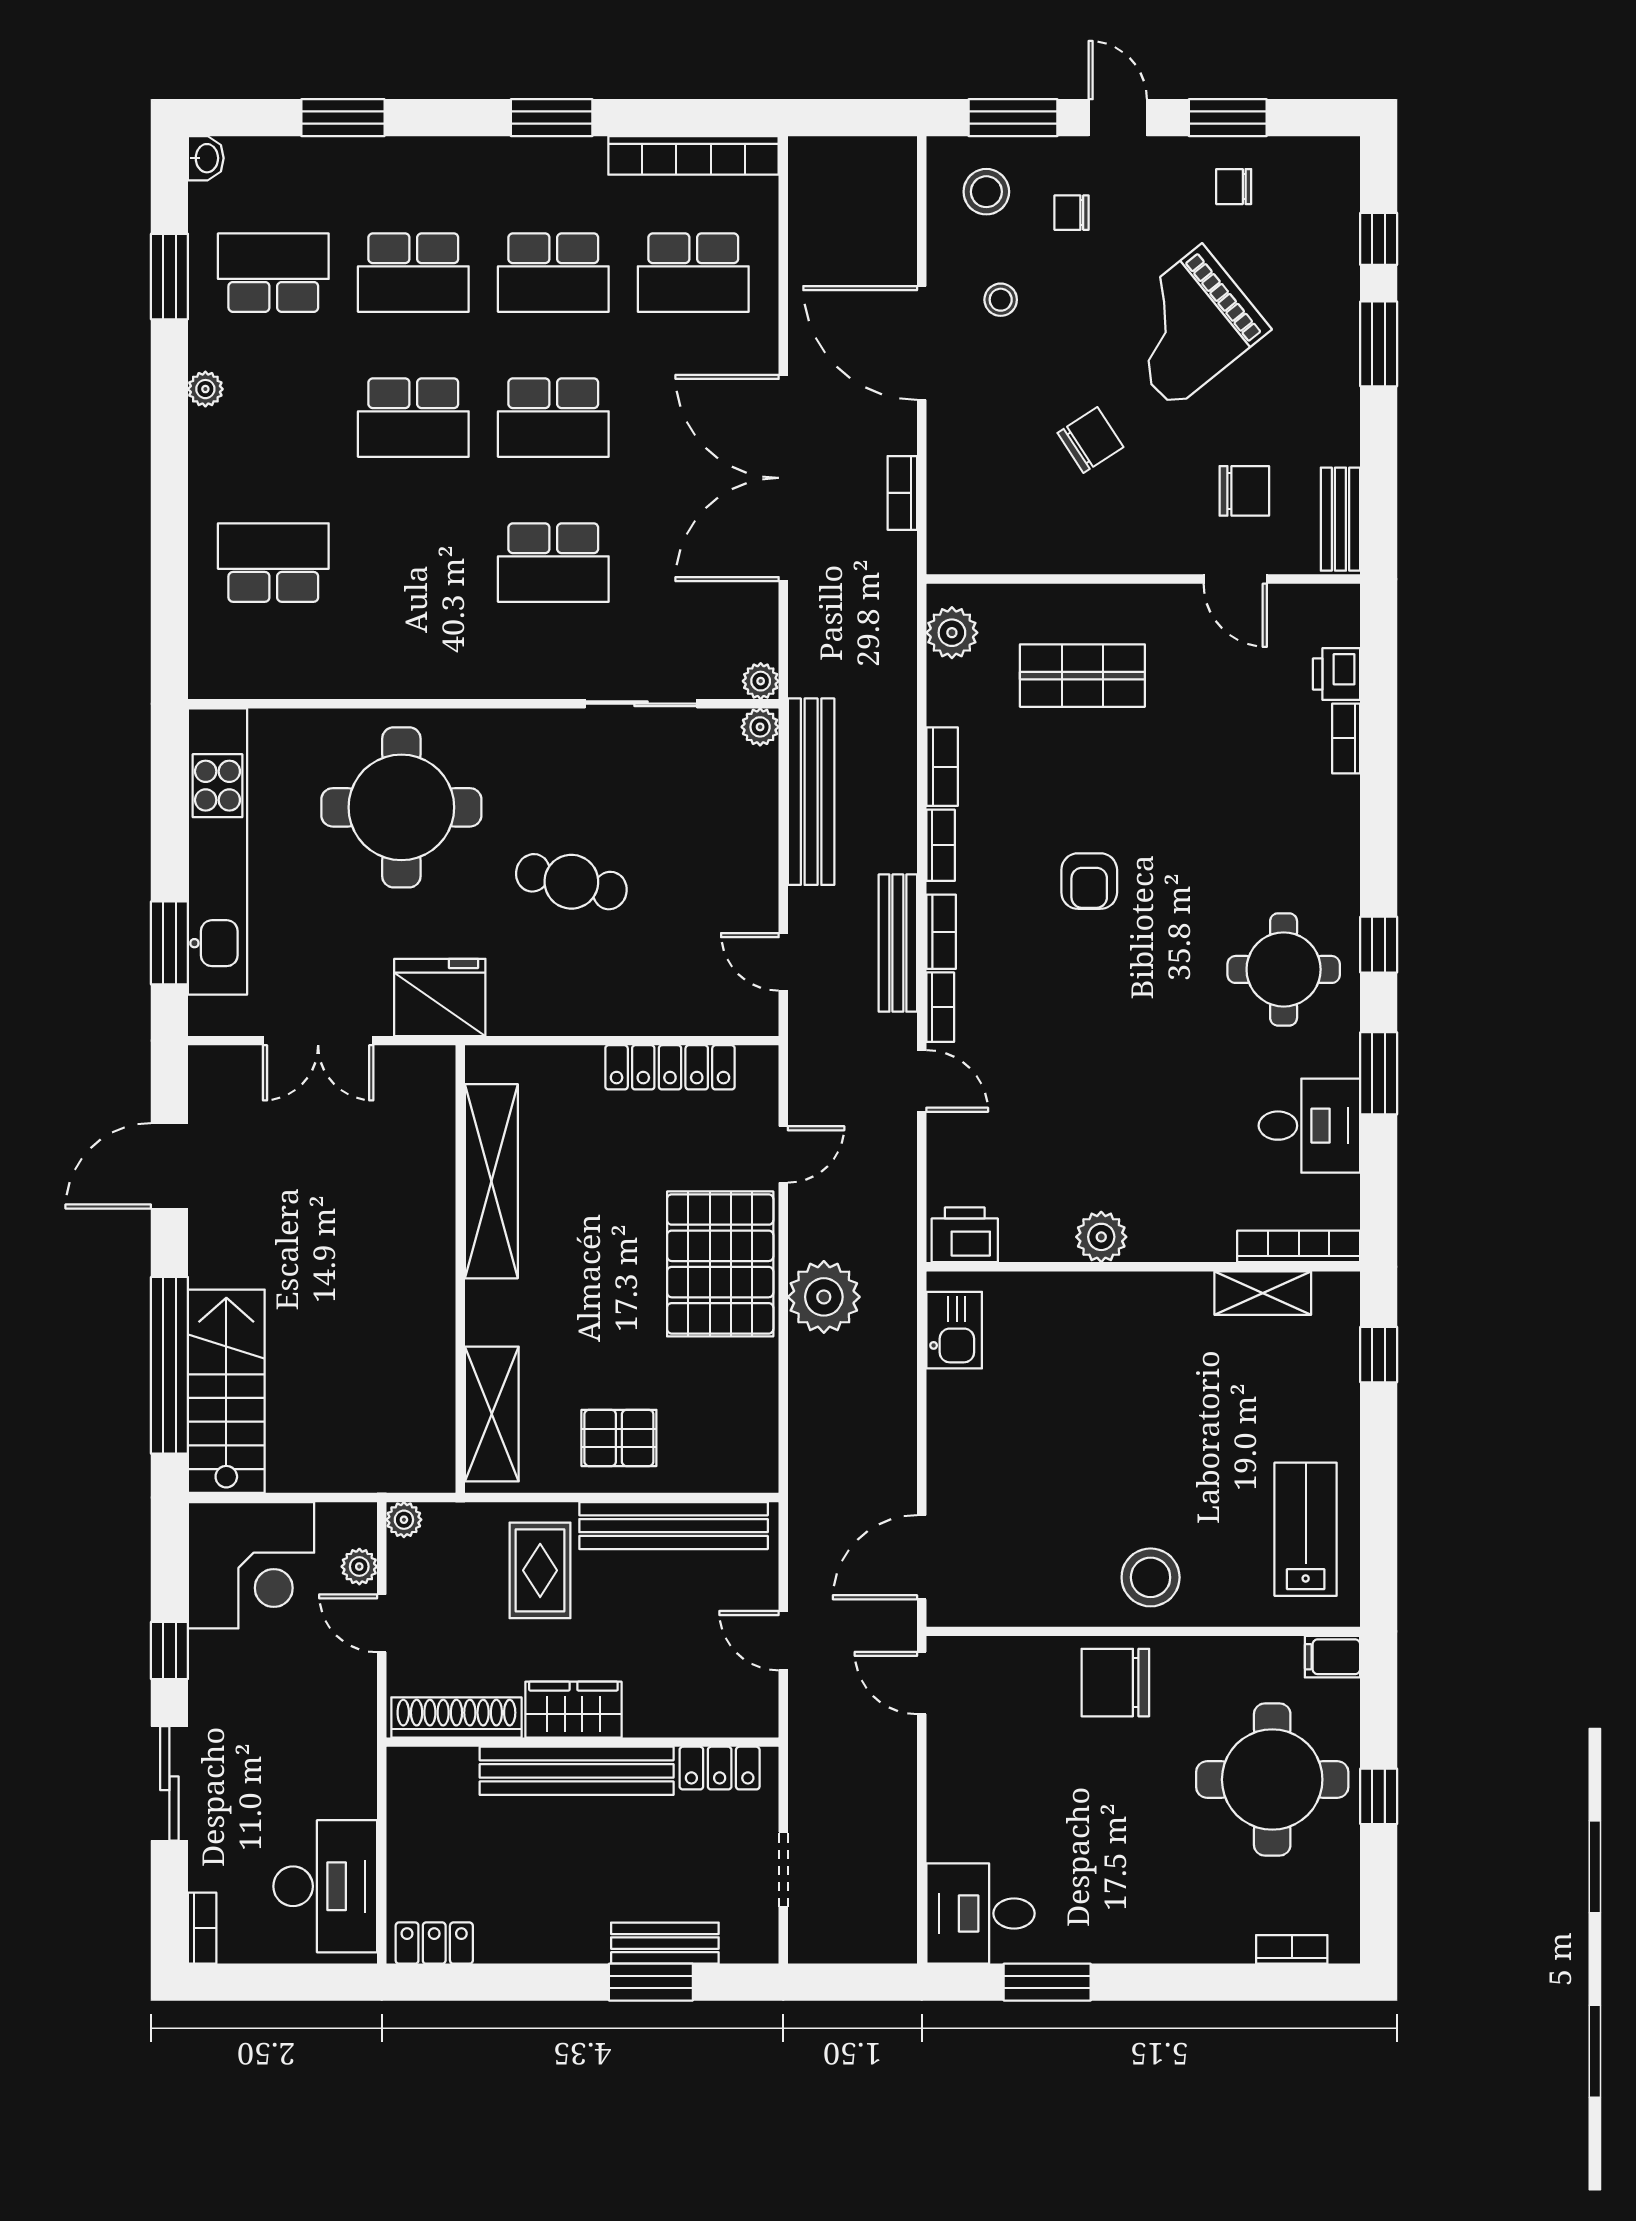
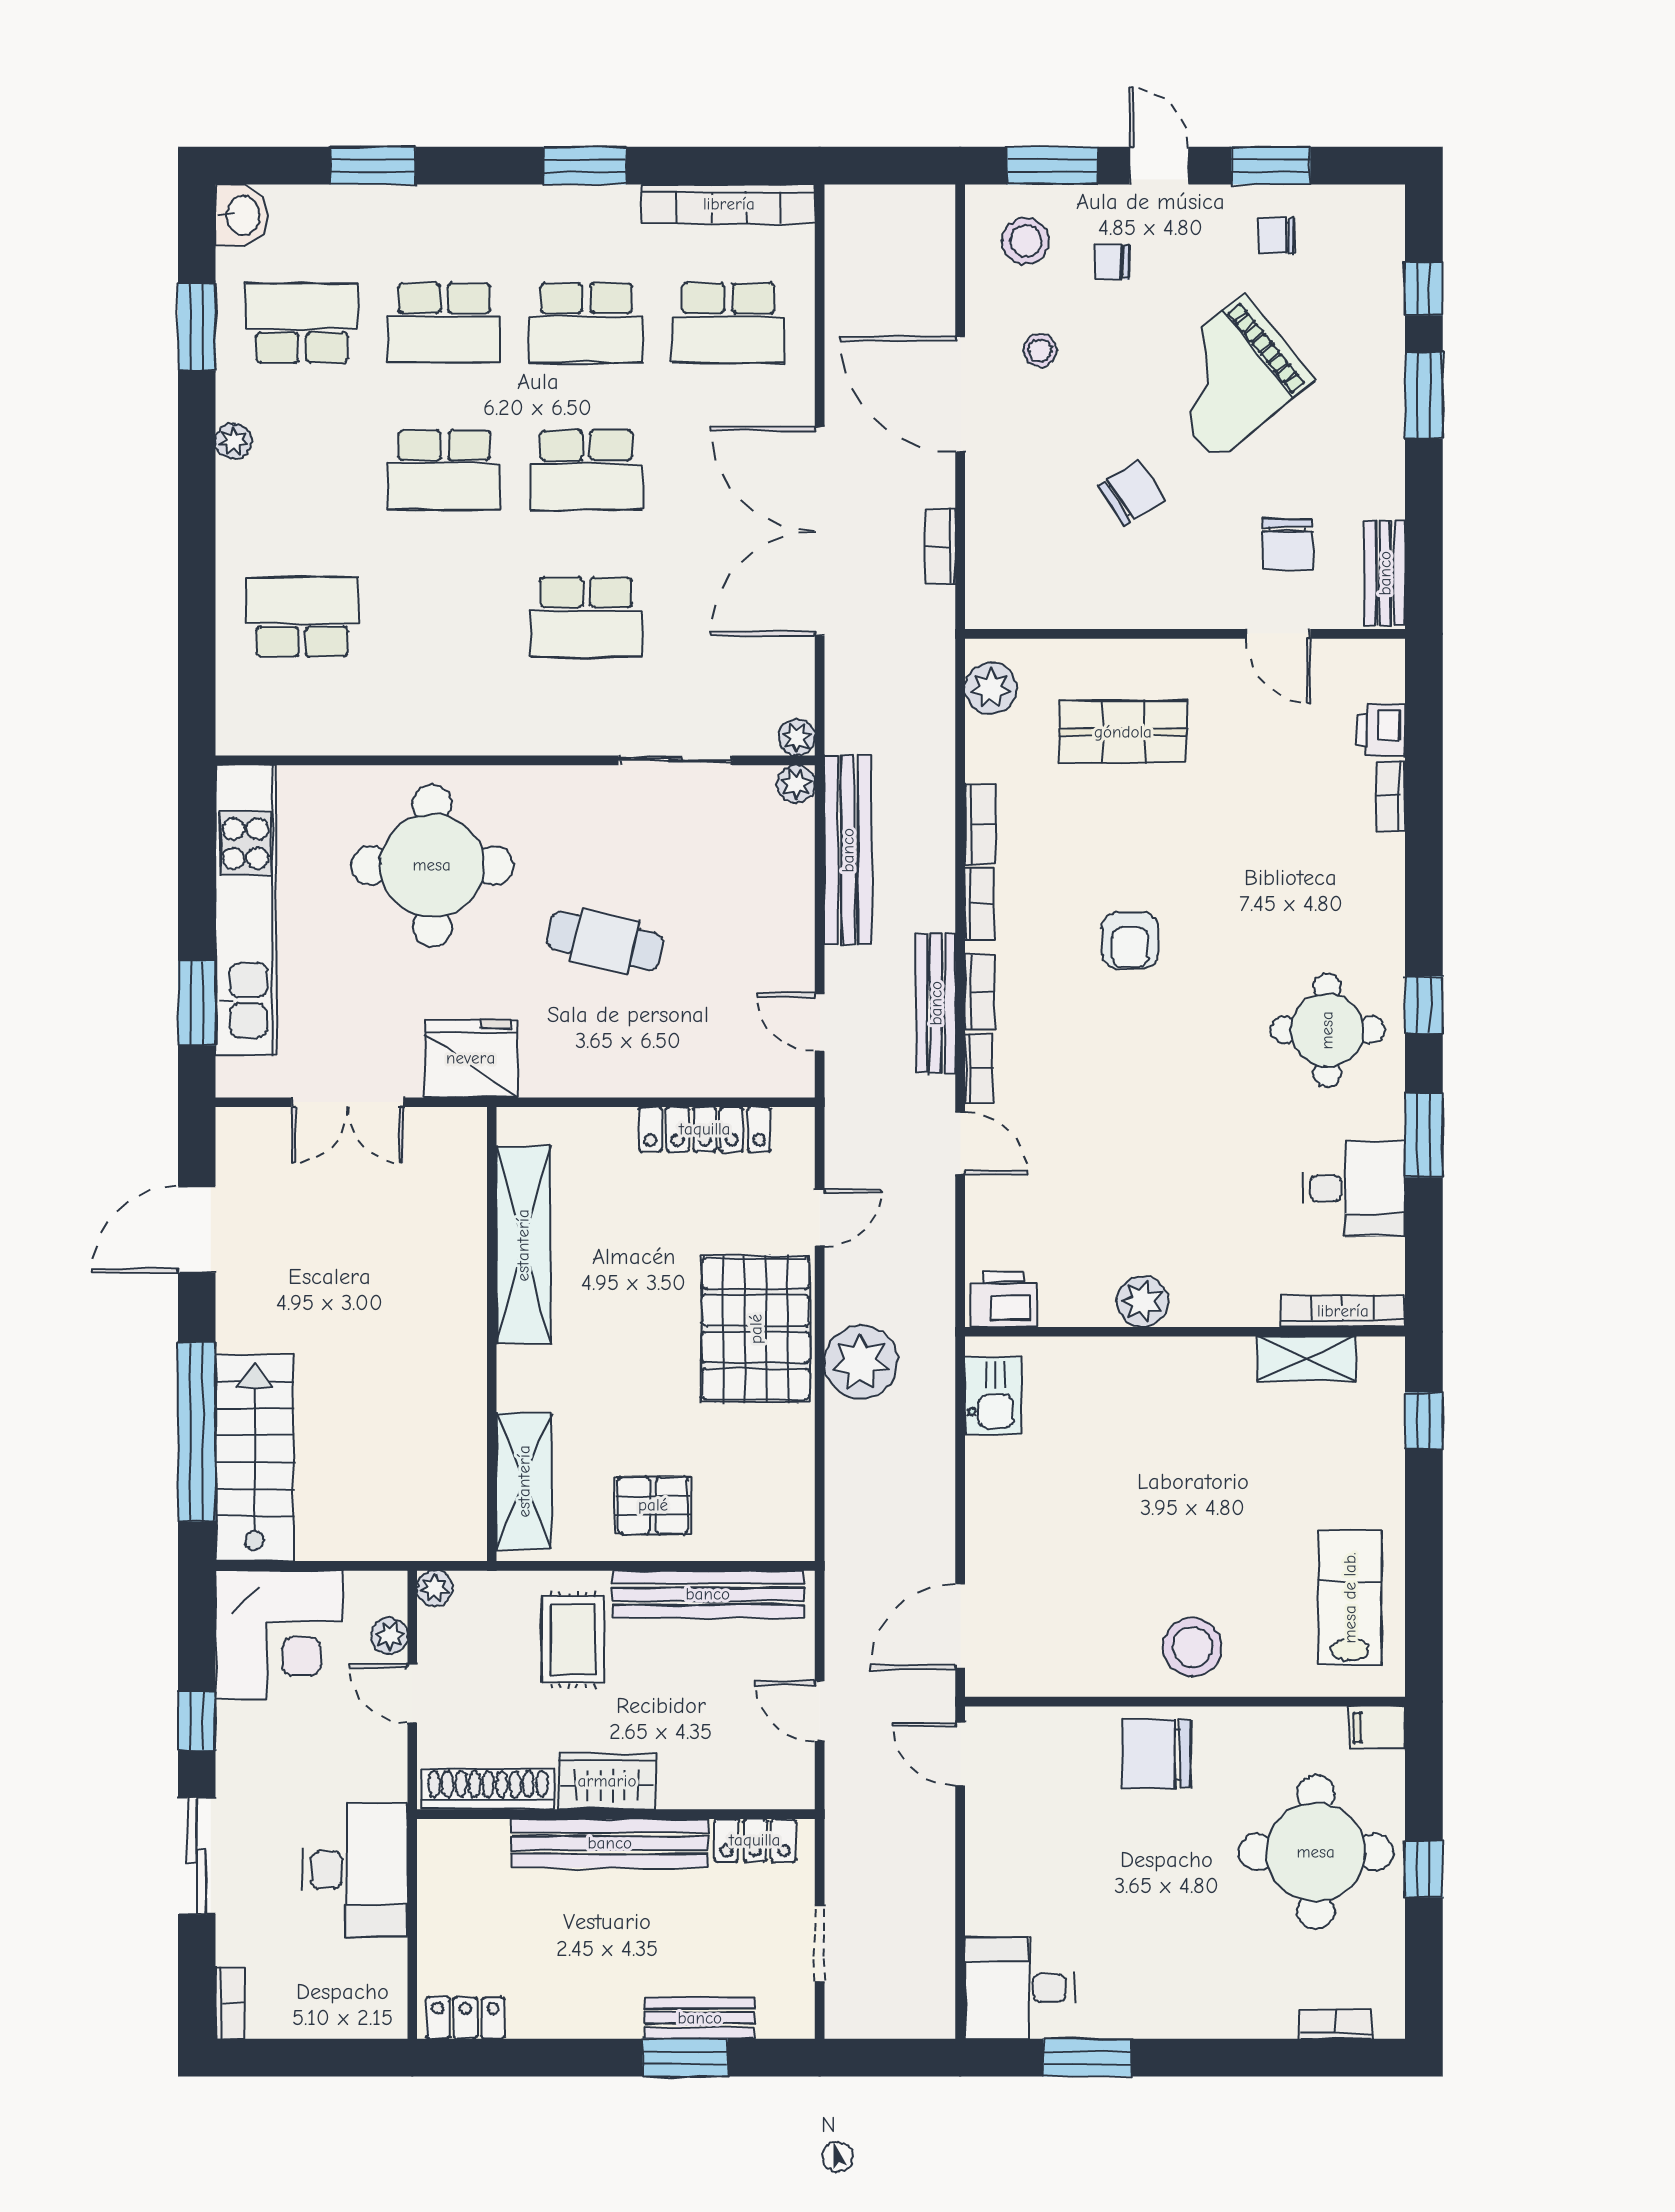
washbasin: (206, 158) -> (242, 215), width x1.38, depth x1.45
chair: (1244, 491) -> (1287, 544), turned 90
desk: (325, 1886) -> (355, 1870), moved

